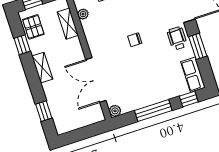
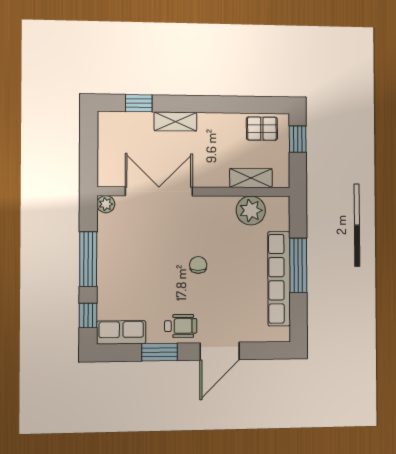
plant: (83, 14) -> (251, 210), width x1.88, depth x1.88
window: (22, 45) -> (242, 105), removed
shelving: (42, 68) -> (175, 122), moved

